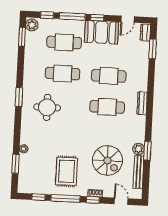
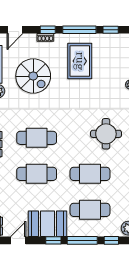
spiral stairs: (107, 160) -> (33, 76), turned 180
door: (121, 201) -> (15, 30), hinge flipped

